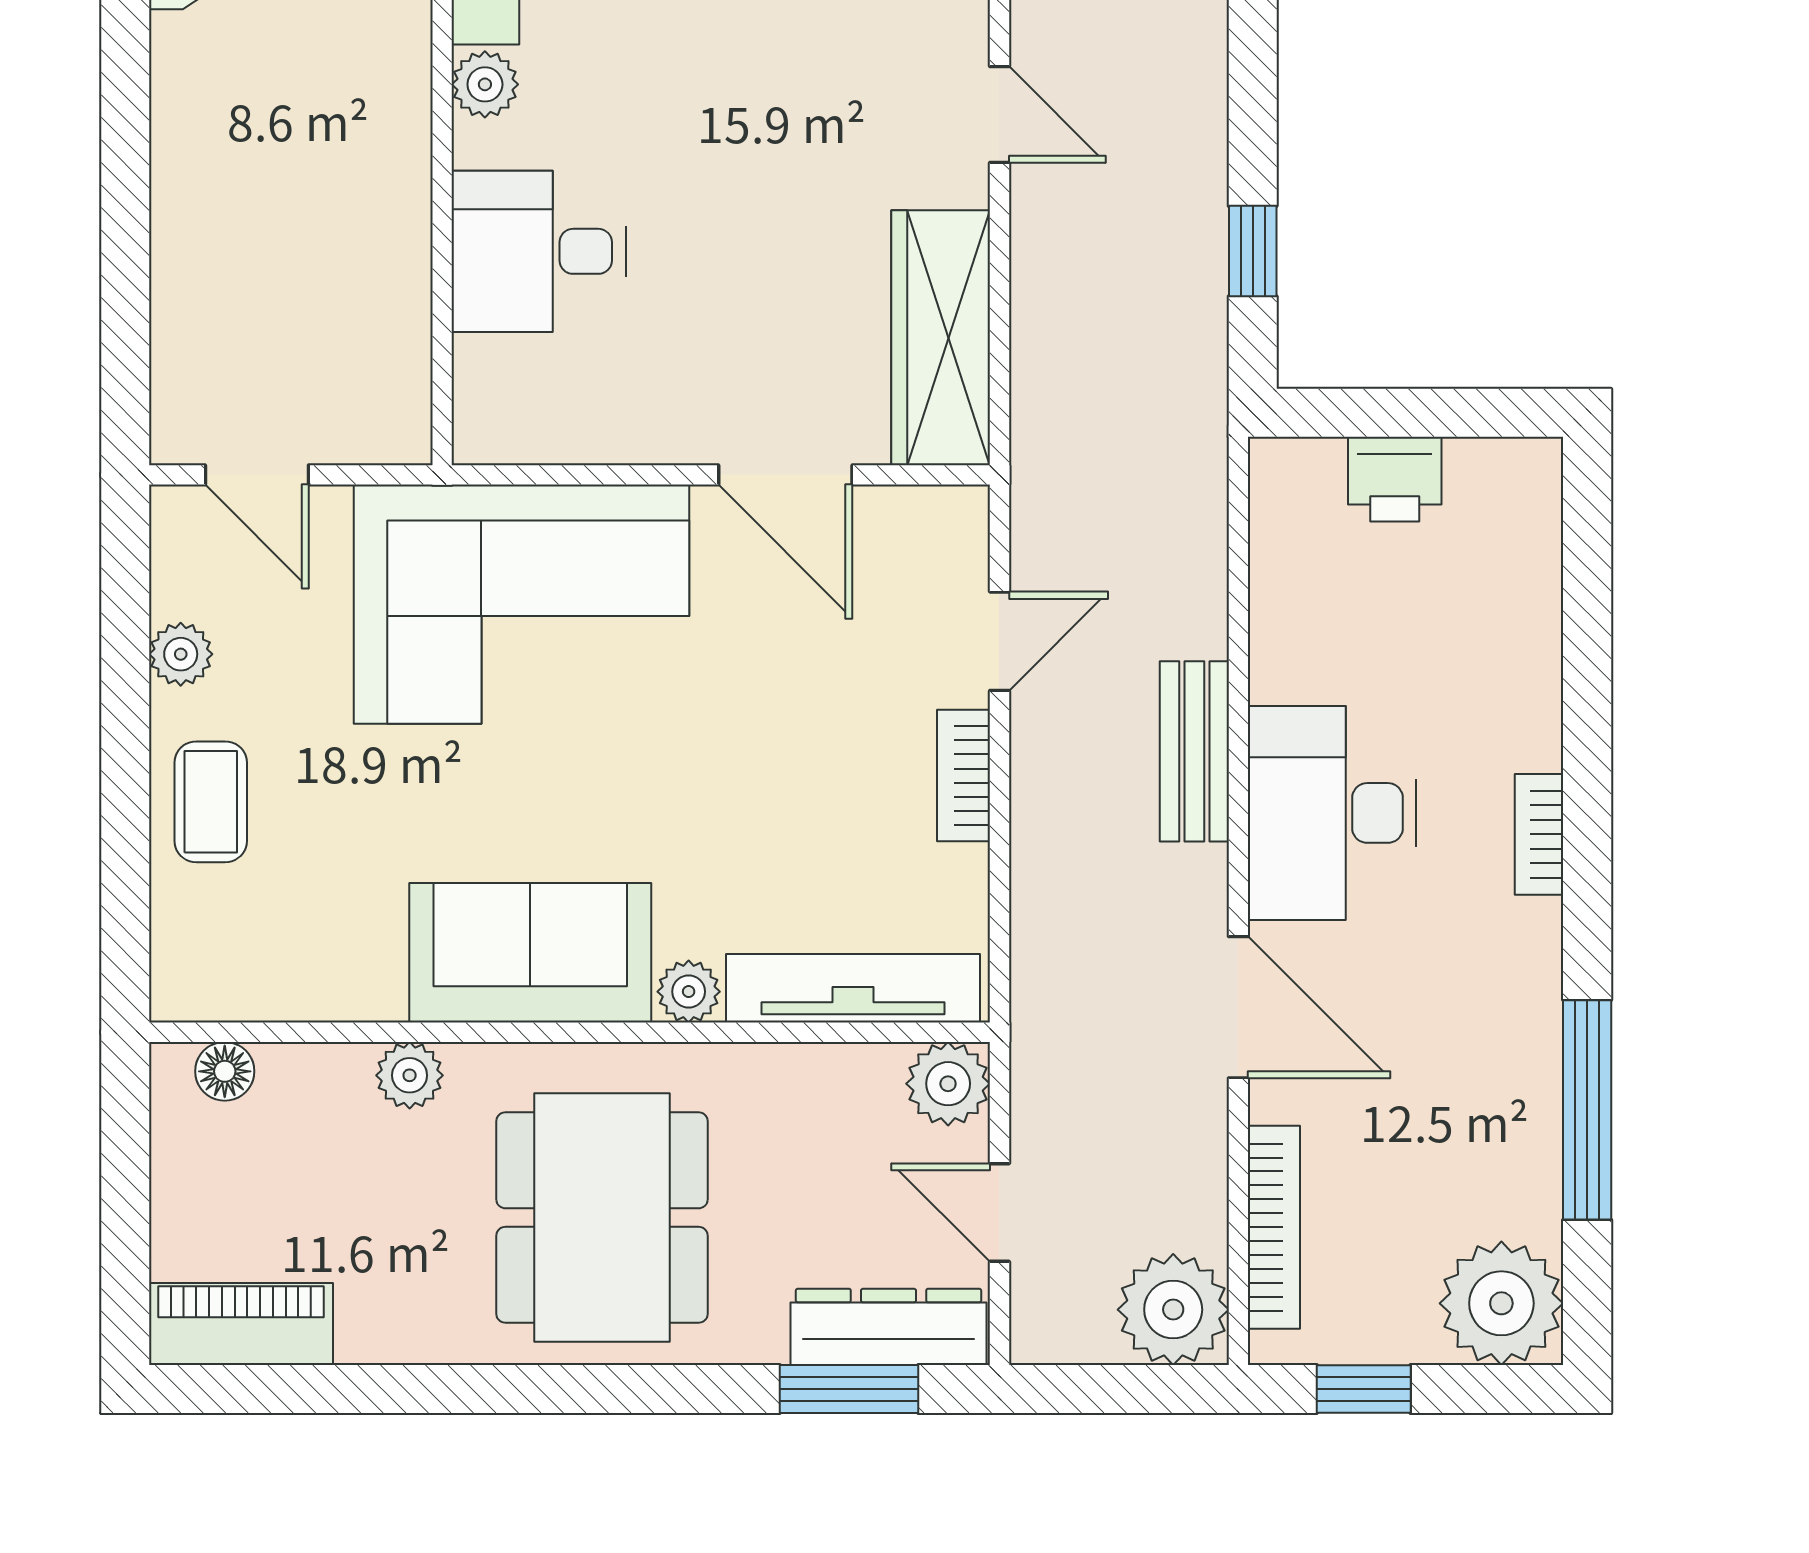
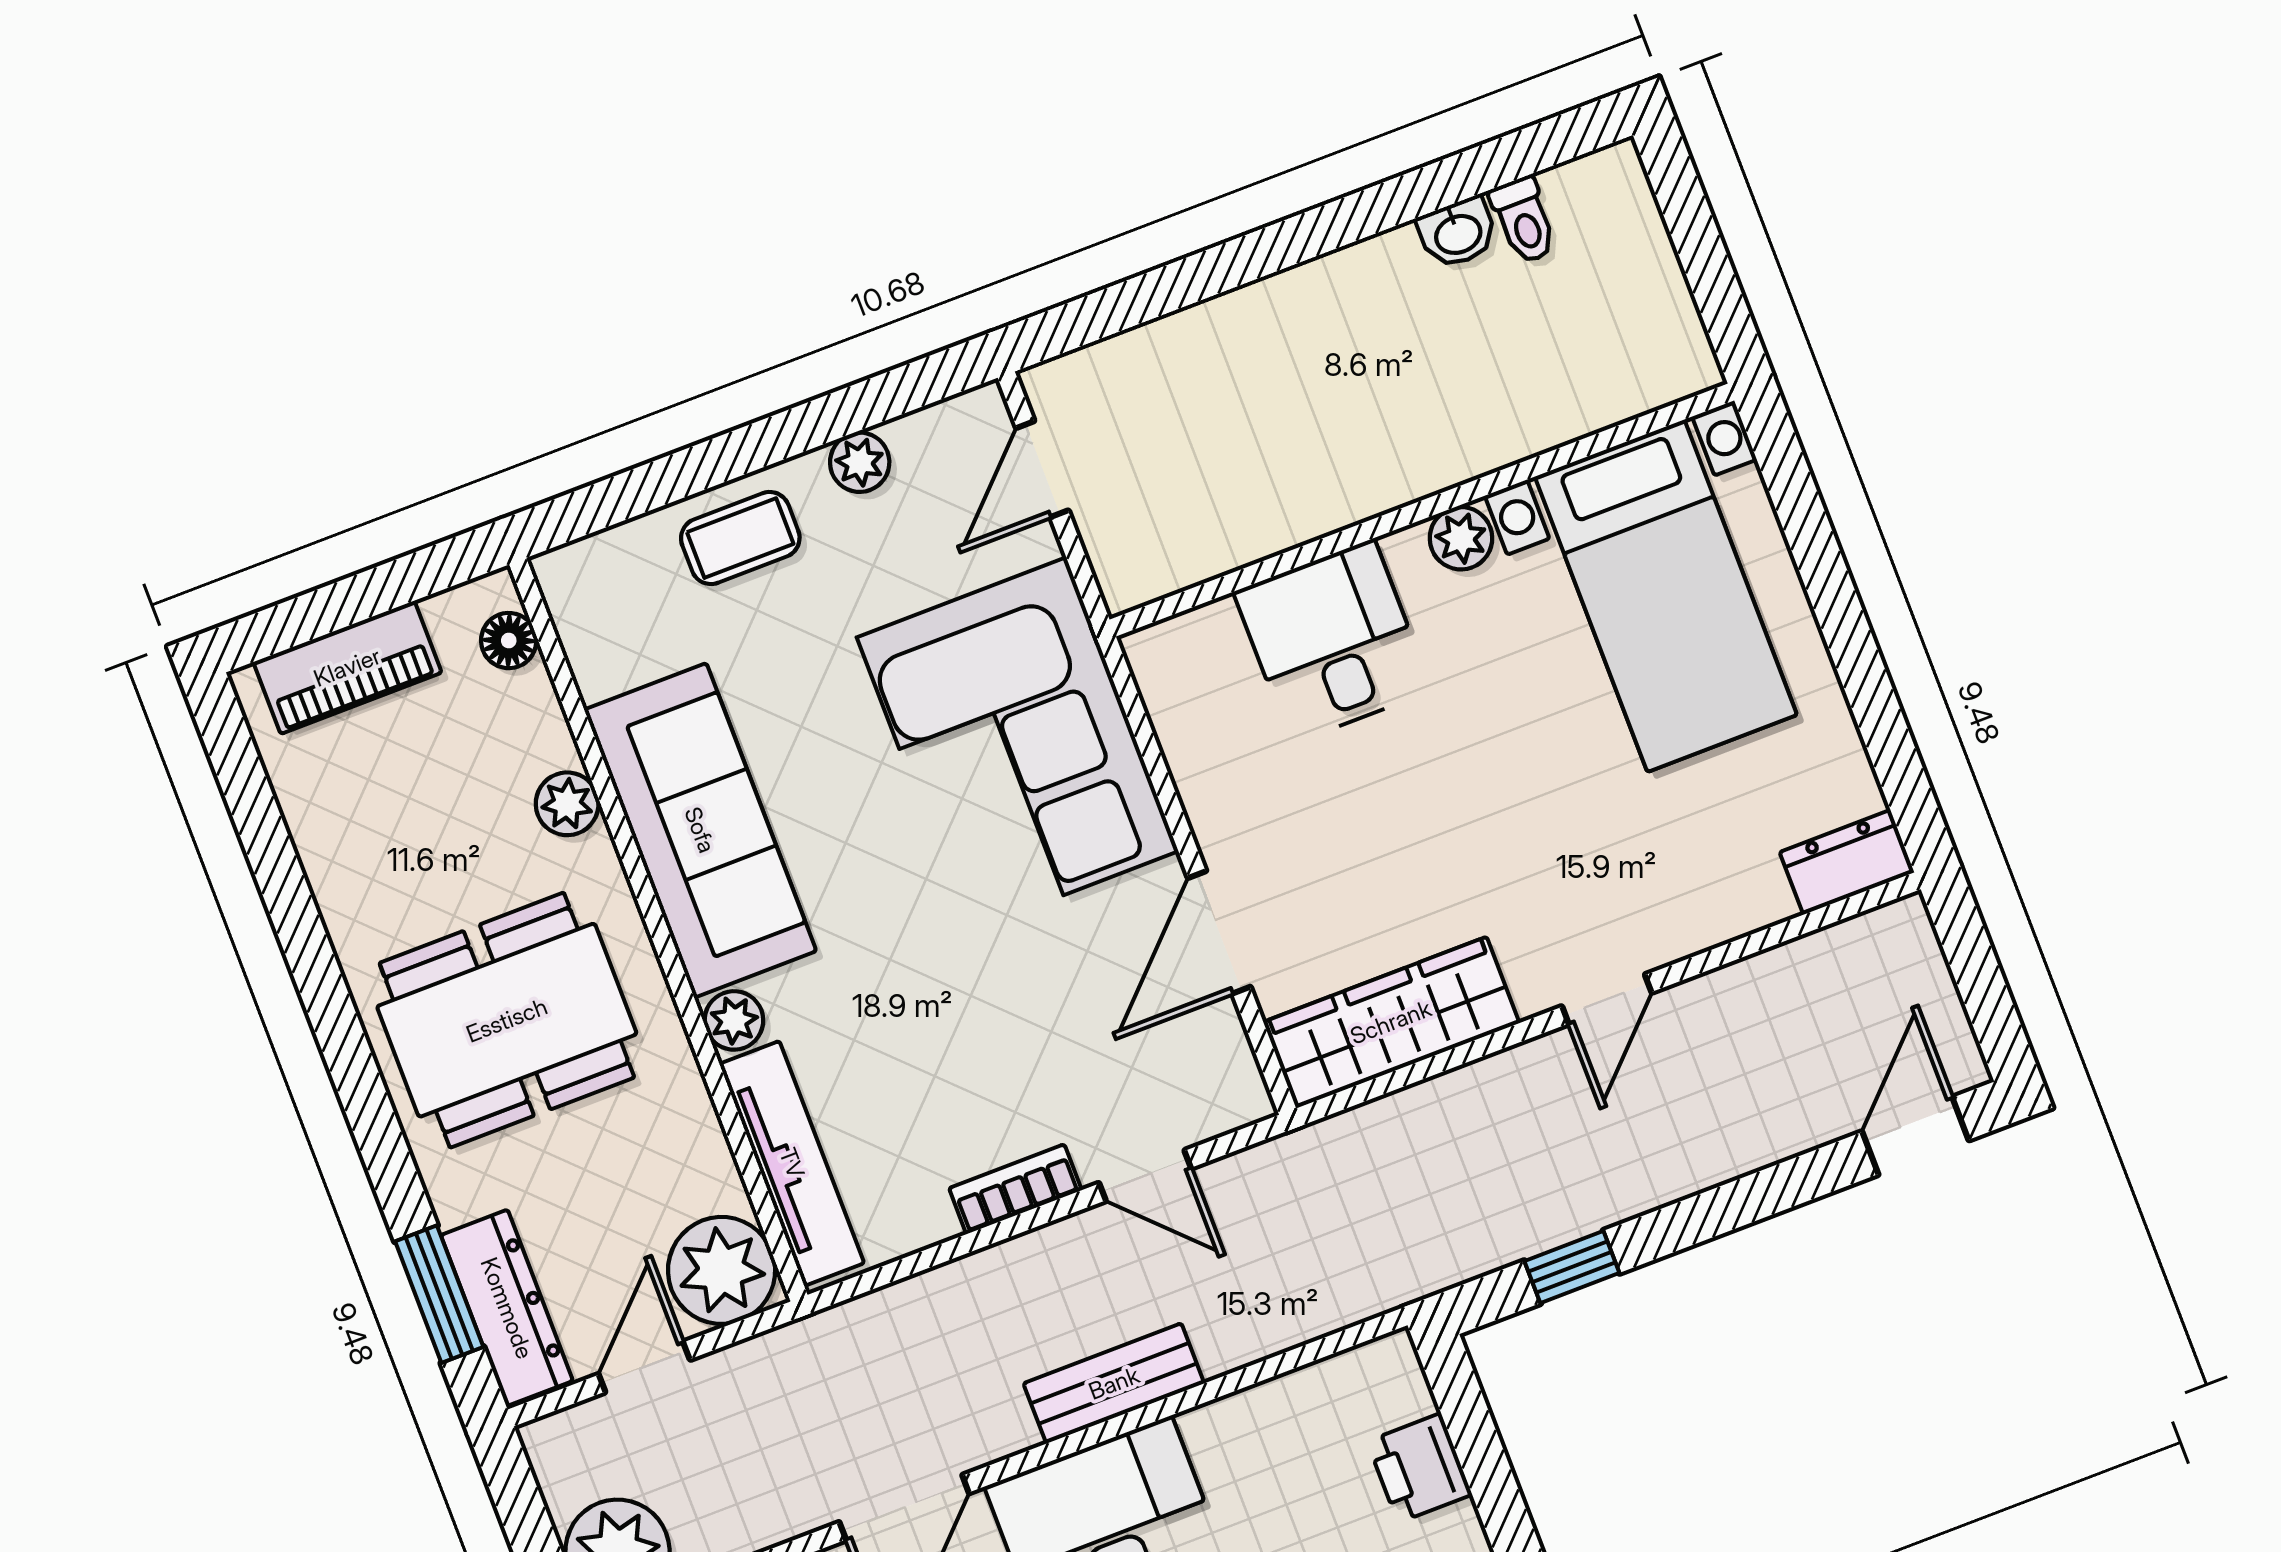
sofa: (530, 953) -> (700, 830), width x1.36
plant: (948, 1084) -> (722, 1270), width x1.36, depth x1.36
piano: (241, 1324) -> (347, 667), moved, turned 90

